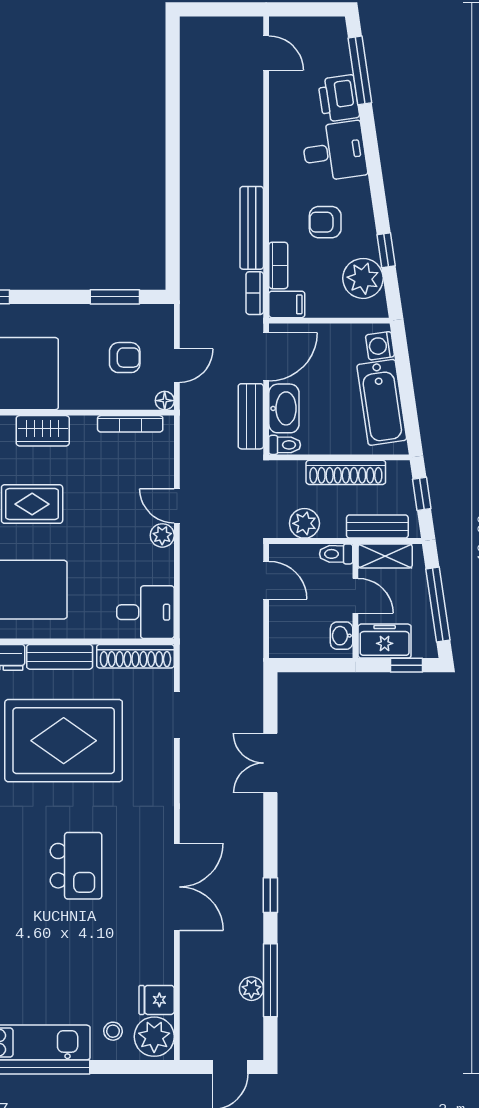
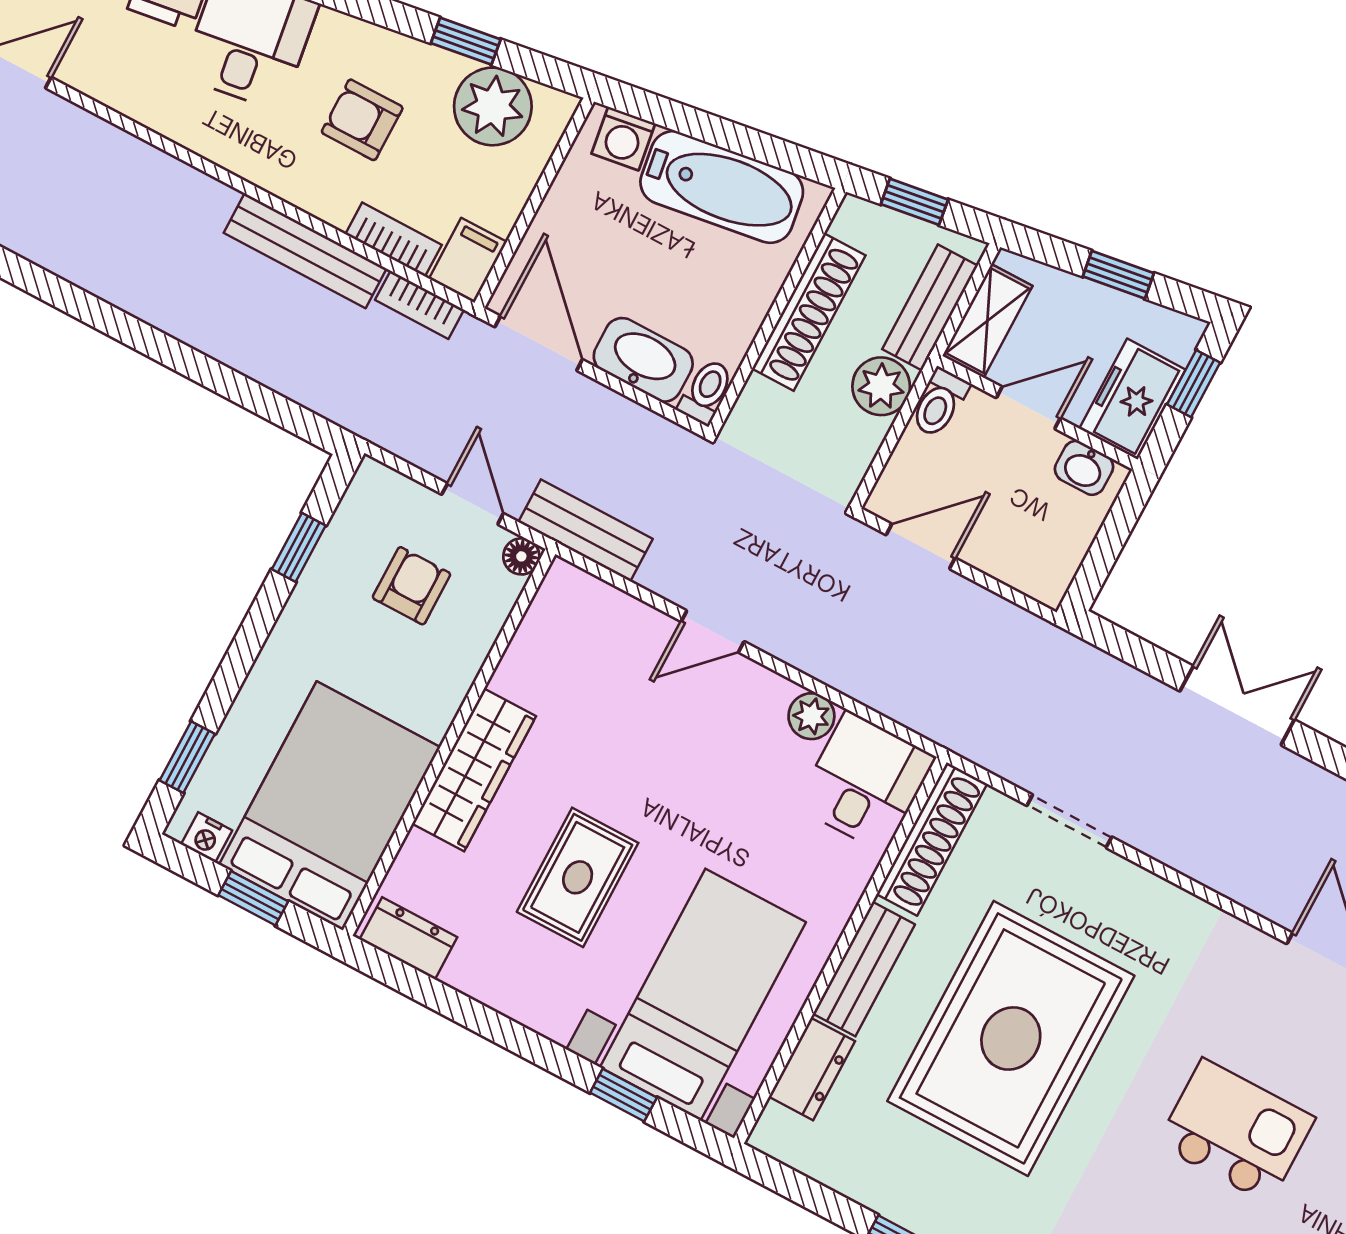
armchair: (325, 222) -> (362, 120), turned 90
window: (115, 297) -> (299, 547), width x0.67
bench: (251, 416) -> (585, 530), moved
bookcase: (130, 424) -> (530, 637), removed
wardrobe: (43, 431) -> (474, 770), width x1.50
plant: (304, 523) -> (881, 386), moved
plant: (162, 535) -> (811, 716), moved
window: (438, 604) -> (1118, 275), width x0.46
double door: (270, 763) -> (1237, 705), swing flipped

